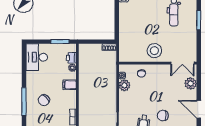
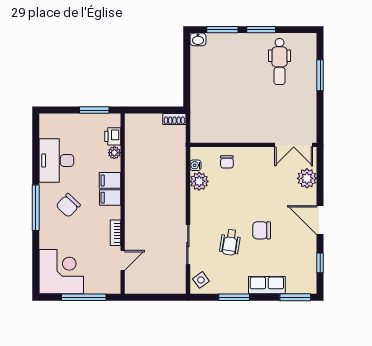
stool: (154, 51) -> (248, 125), removed
desk: (37, 57) -> (56, 160), moved
filing cabinet: (70, 95) -> (110, 198), added

